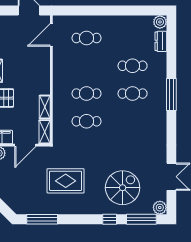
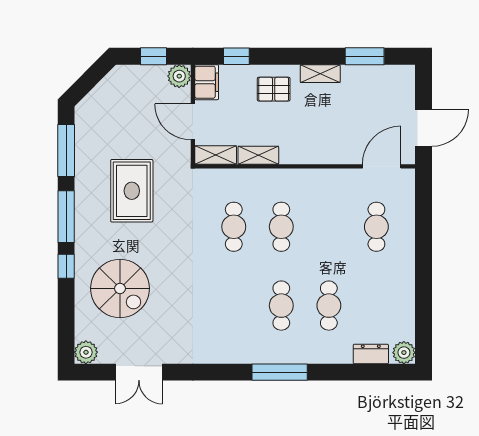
door: (51, 35) -> (382, 166), hinge flipped
window: (141, 219) -> (66, 217), moved

